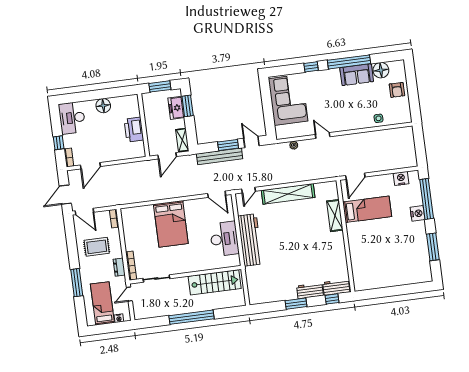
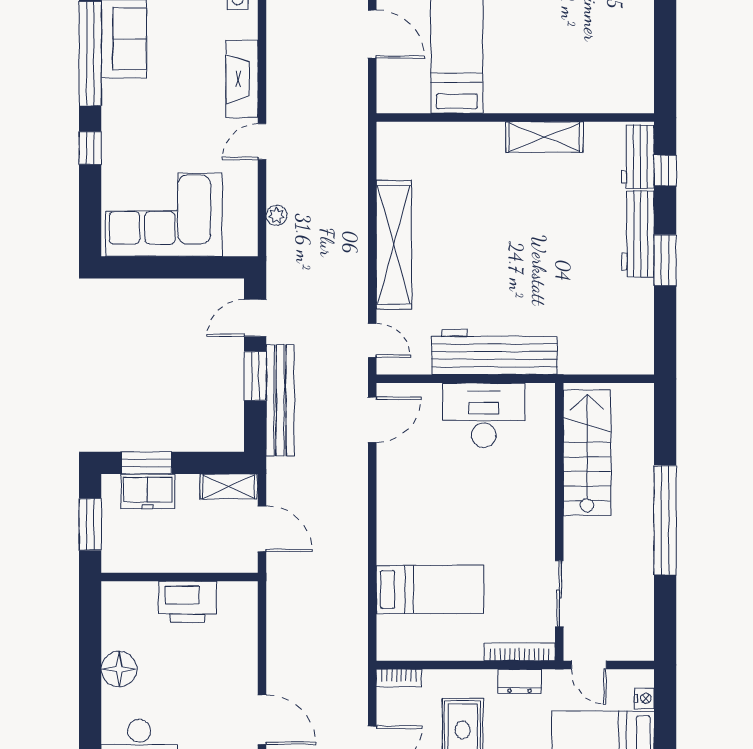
fireplace: (347, 124) -> (242, 79), added
door: (355, 176) -> (372, 34), moved
shelving: (335, 216) -> (544, 137), moved
bed: (171, 224) -> (430, 589), moved, width x0.67
workbench: (310, 291) -> (638, 234), width x1.37

